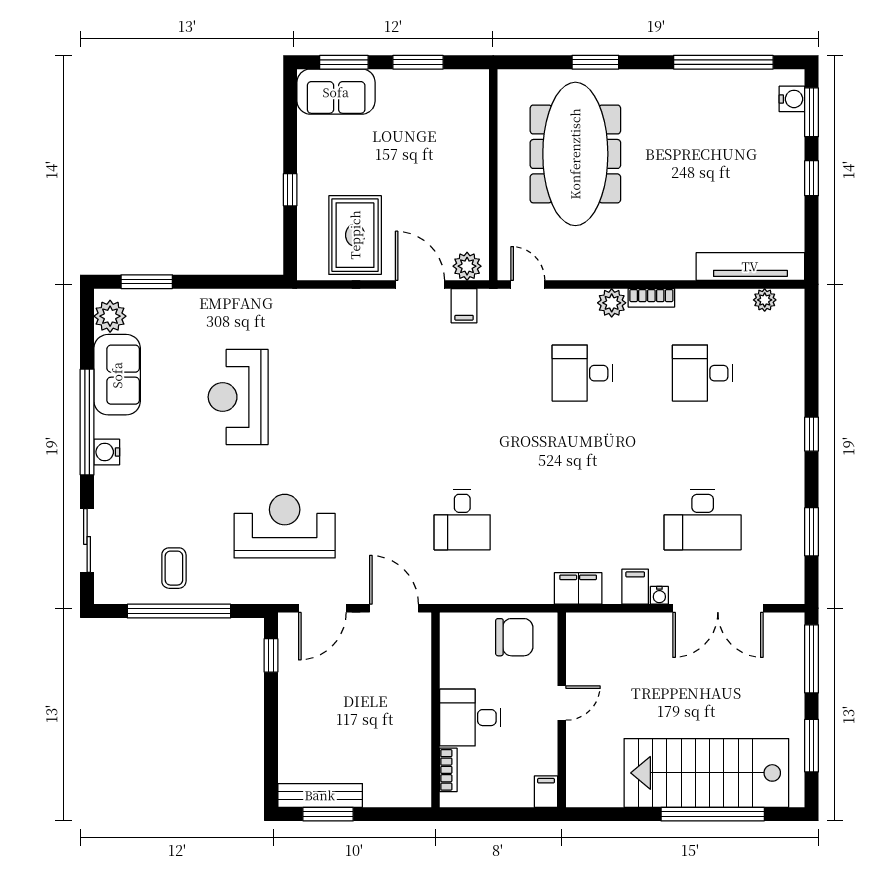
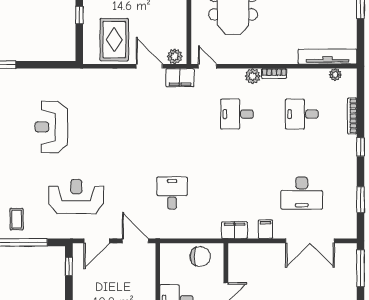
filing cabinet: (464, 306) -> (180, 78), width x2.00
bookcase: (796, 377) -> (352, 116), added
desk: (462, 520) -> (172, 193), turned 180
water cooler: (659, 595) -> (278, 234), removed

